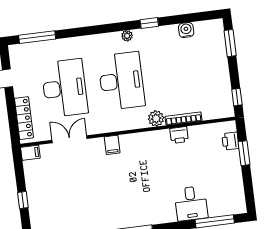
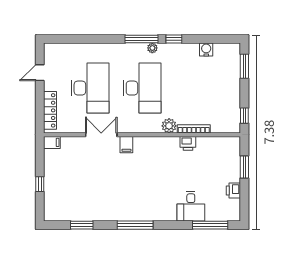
window: (37, 37) -> (142, 39), moved
double door: (70, 139) -> (101, 135), moved
printer: (230, 141) -> (233, 190), moved

